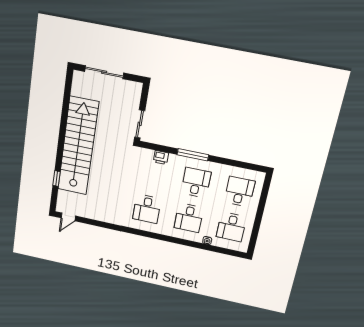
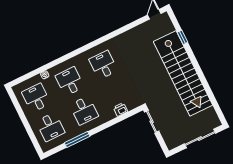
window: (193, 155) -> (77, 140), moved

